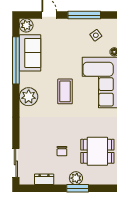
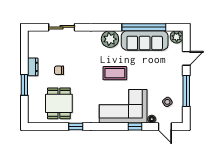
sofa: (30, 53) -> (145, 40), width x1.36
sliding door: (16, 163) -> (62, 27), moved
plant: (76, 178) -> (34, 83), removed
dresser: (44, 179) -> (33, 67), moved

